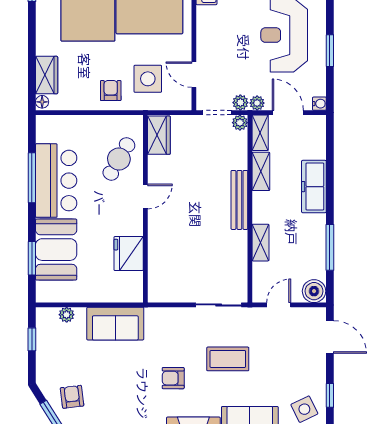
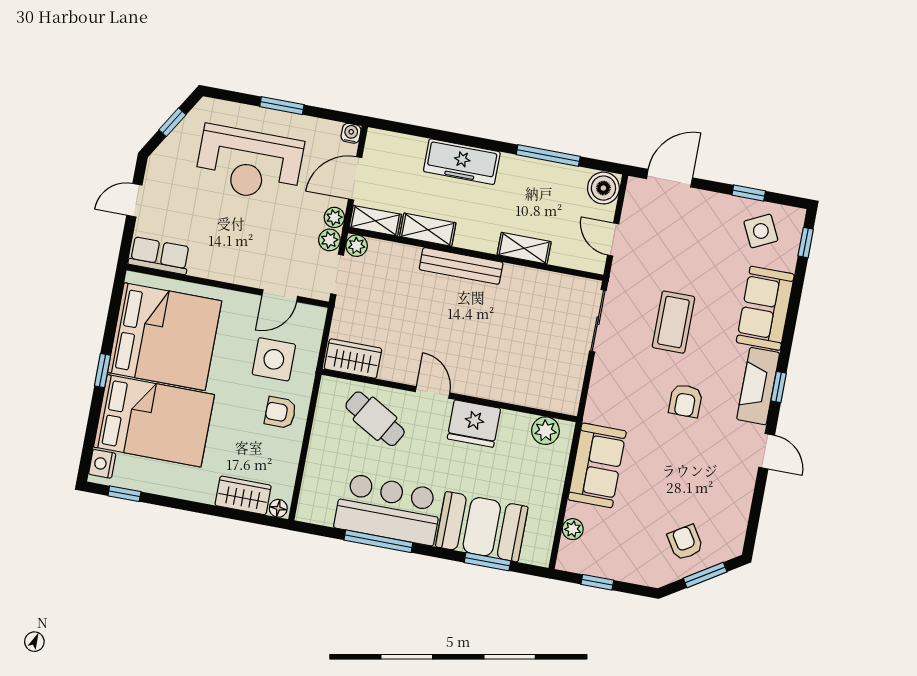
fridge: (129, 254) -> (474, 424), moved
plant: (133, 282) -> (545, 431), added
armchair: (72, 397) -> (685, 542), turned 65

